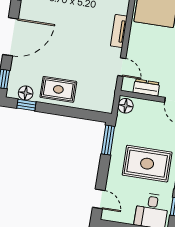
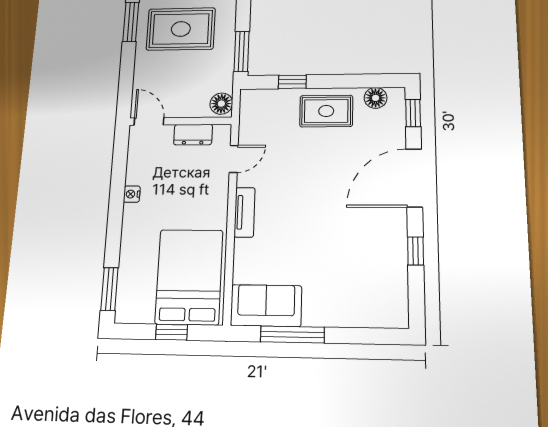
door: (122, 67) -> (234, 159), swing flipped
window: (26, 105) -> (292, 82), moved

